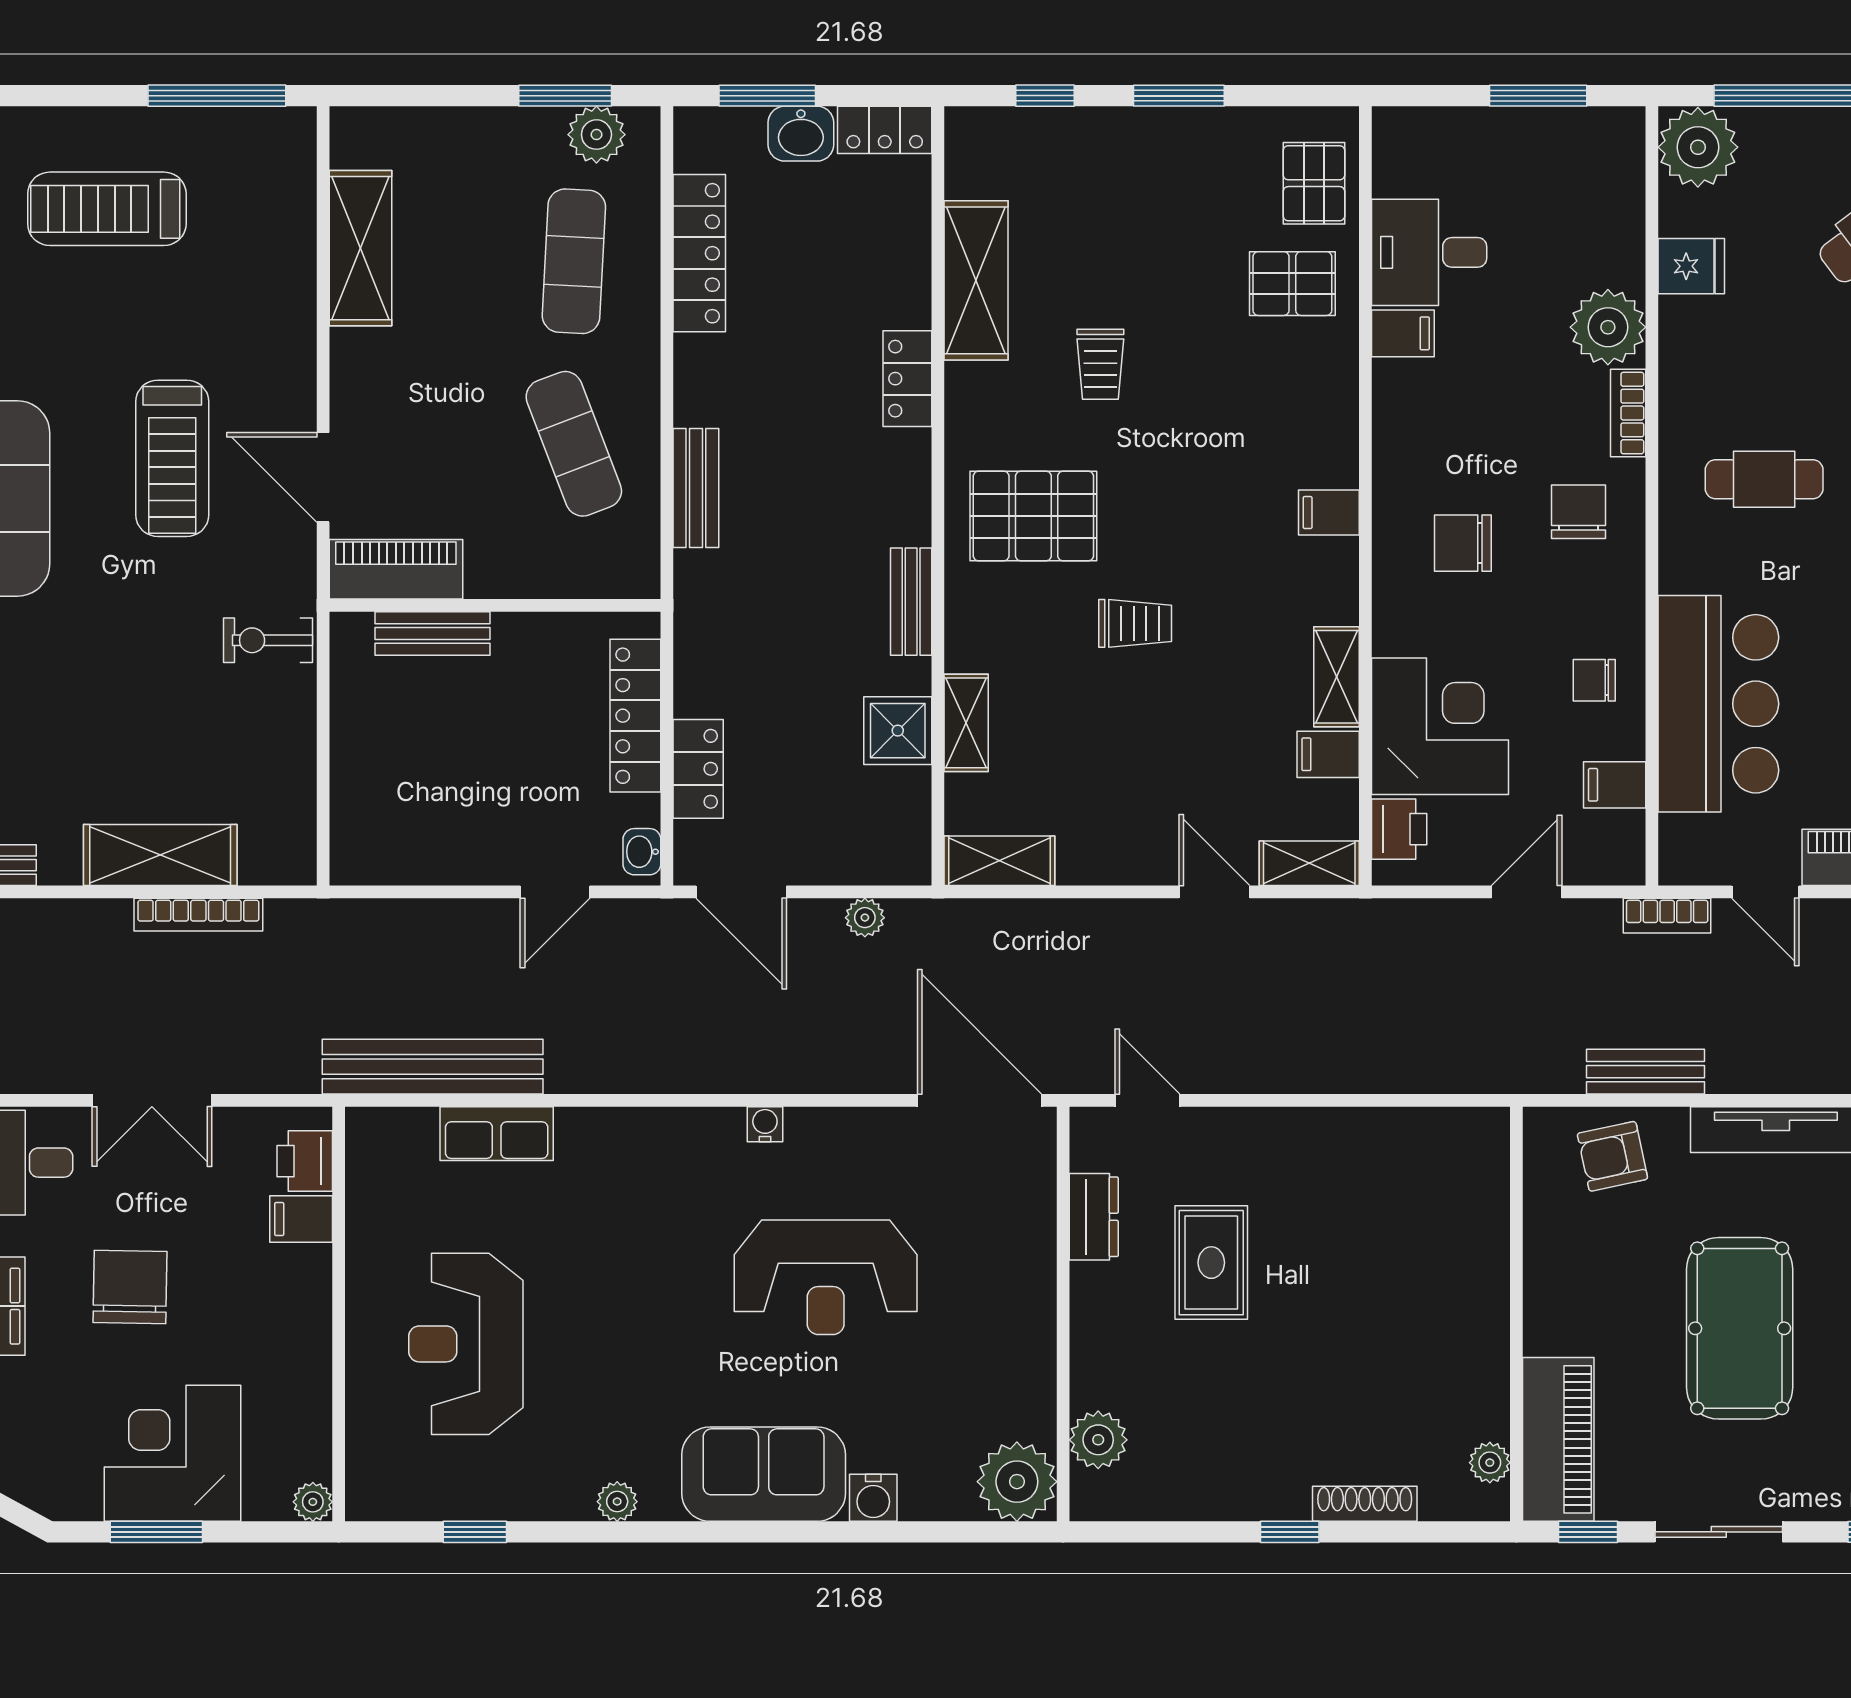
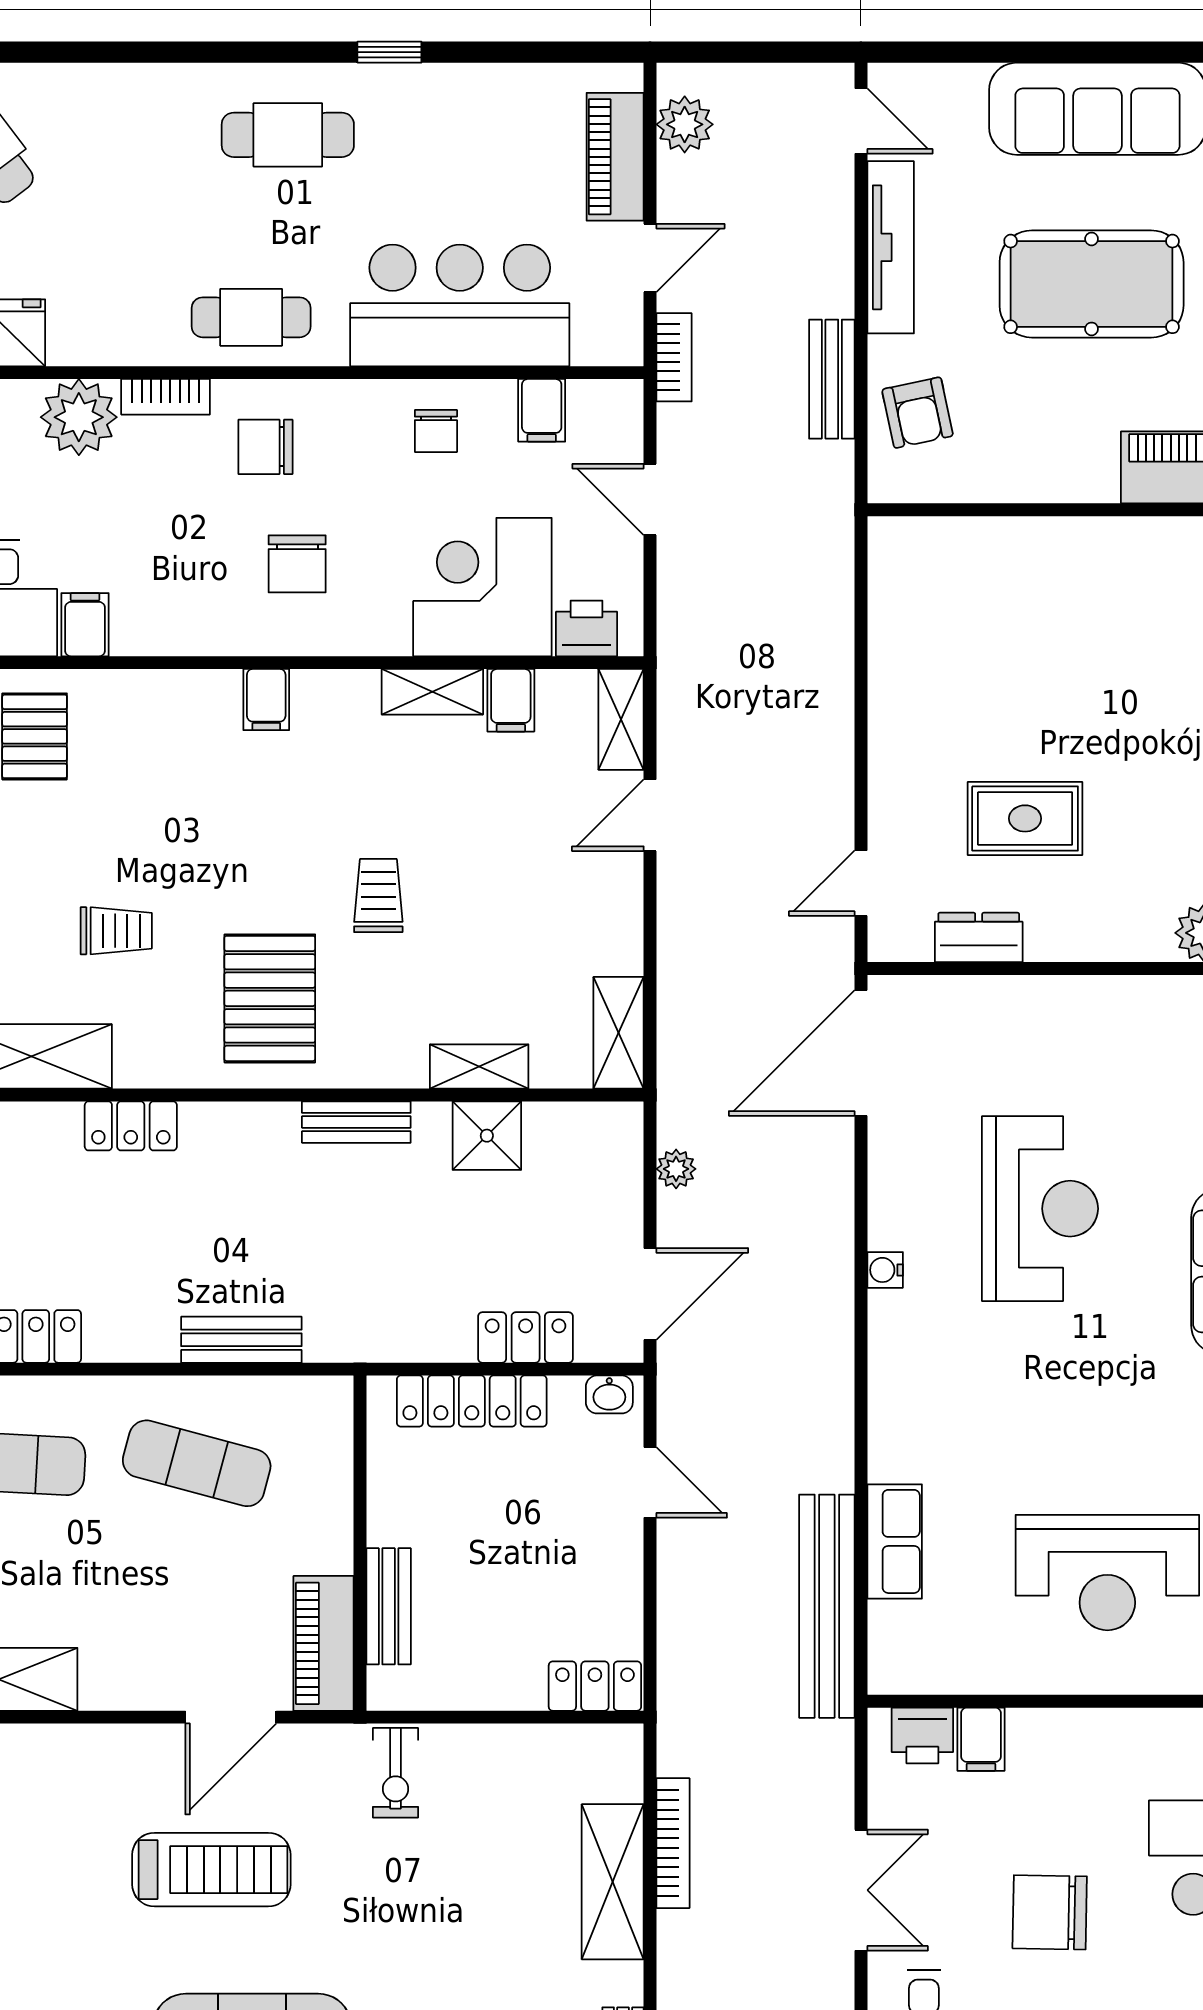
exercise mat: (574, 444) -> (197, 1463), turned 36
cafe table: (1764, 479) -> (251, 317), moved, turned 90
locker: (354, 837) -> (595, 1686), added

